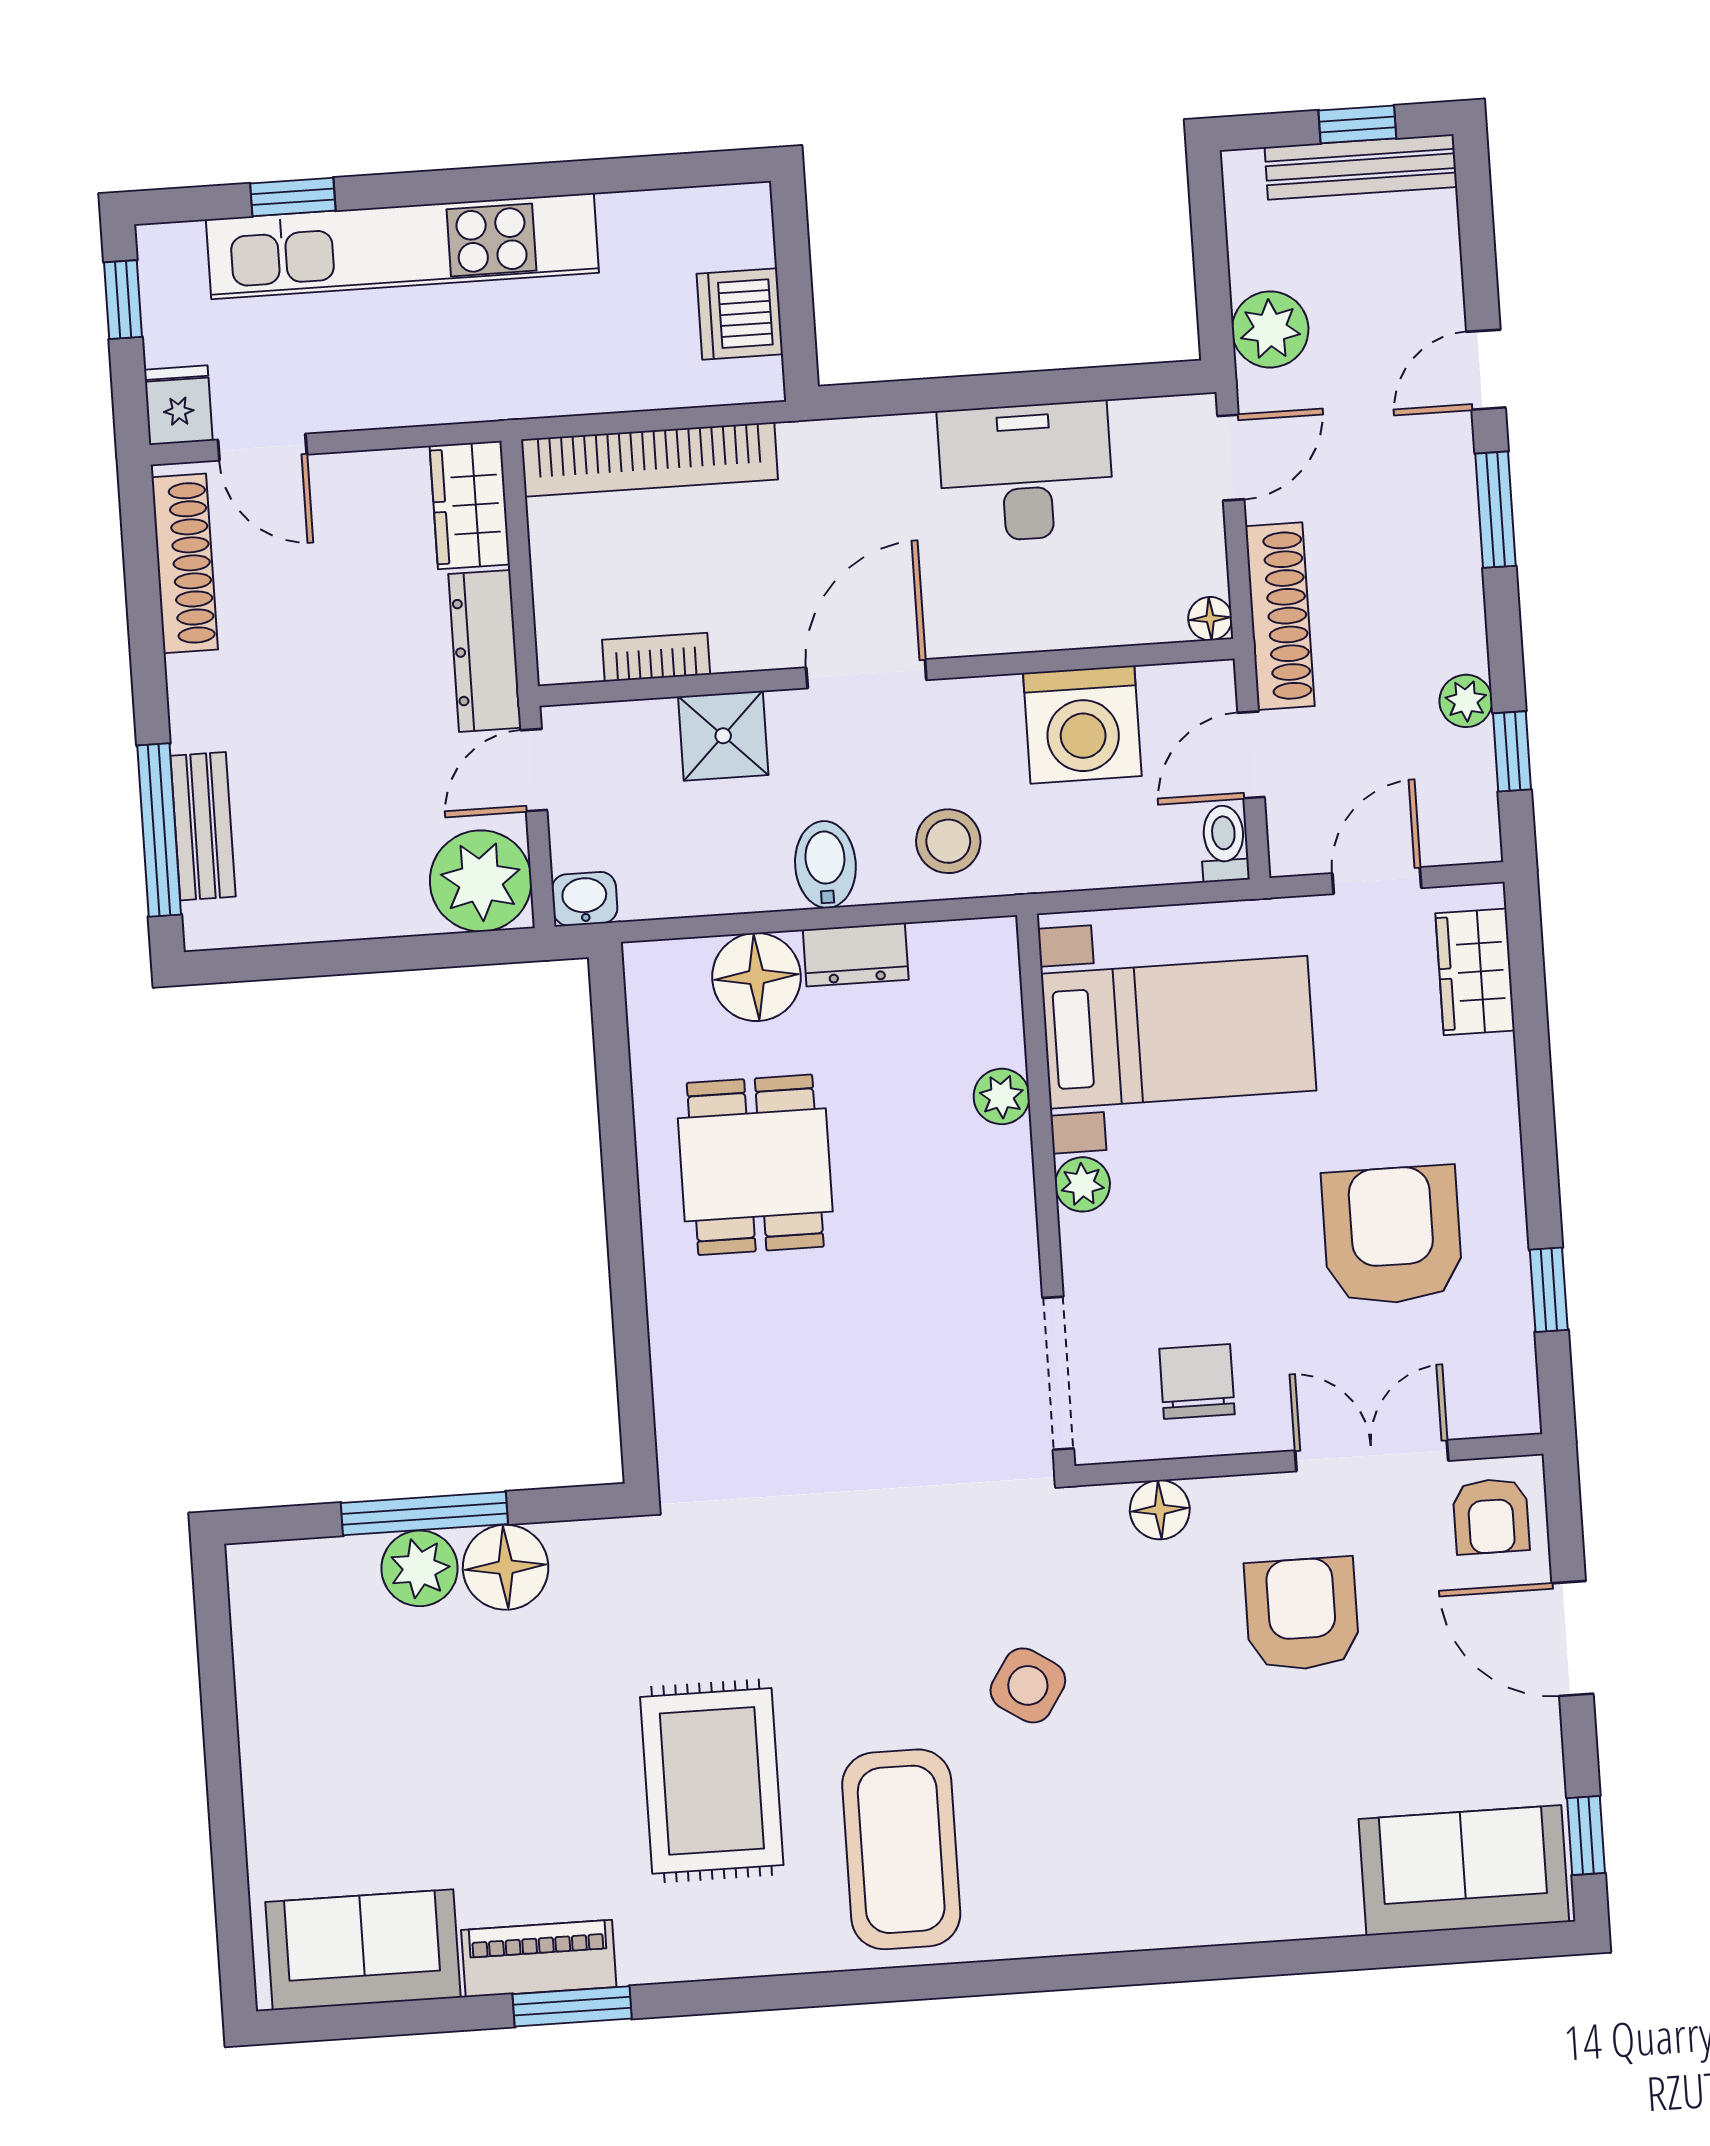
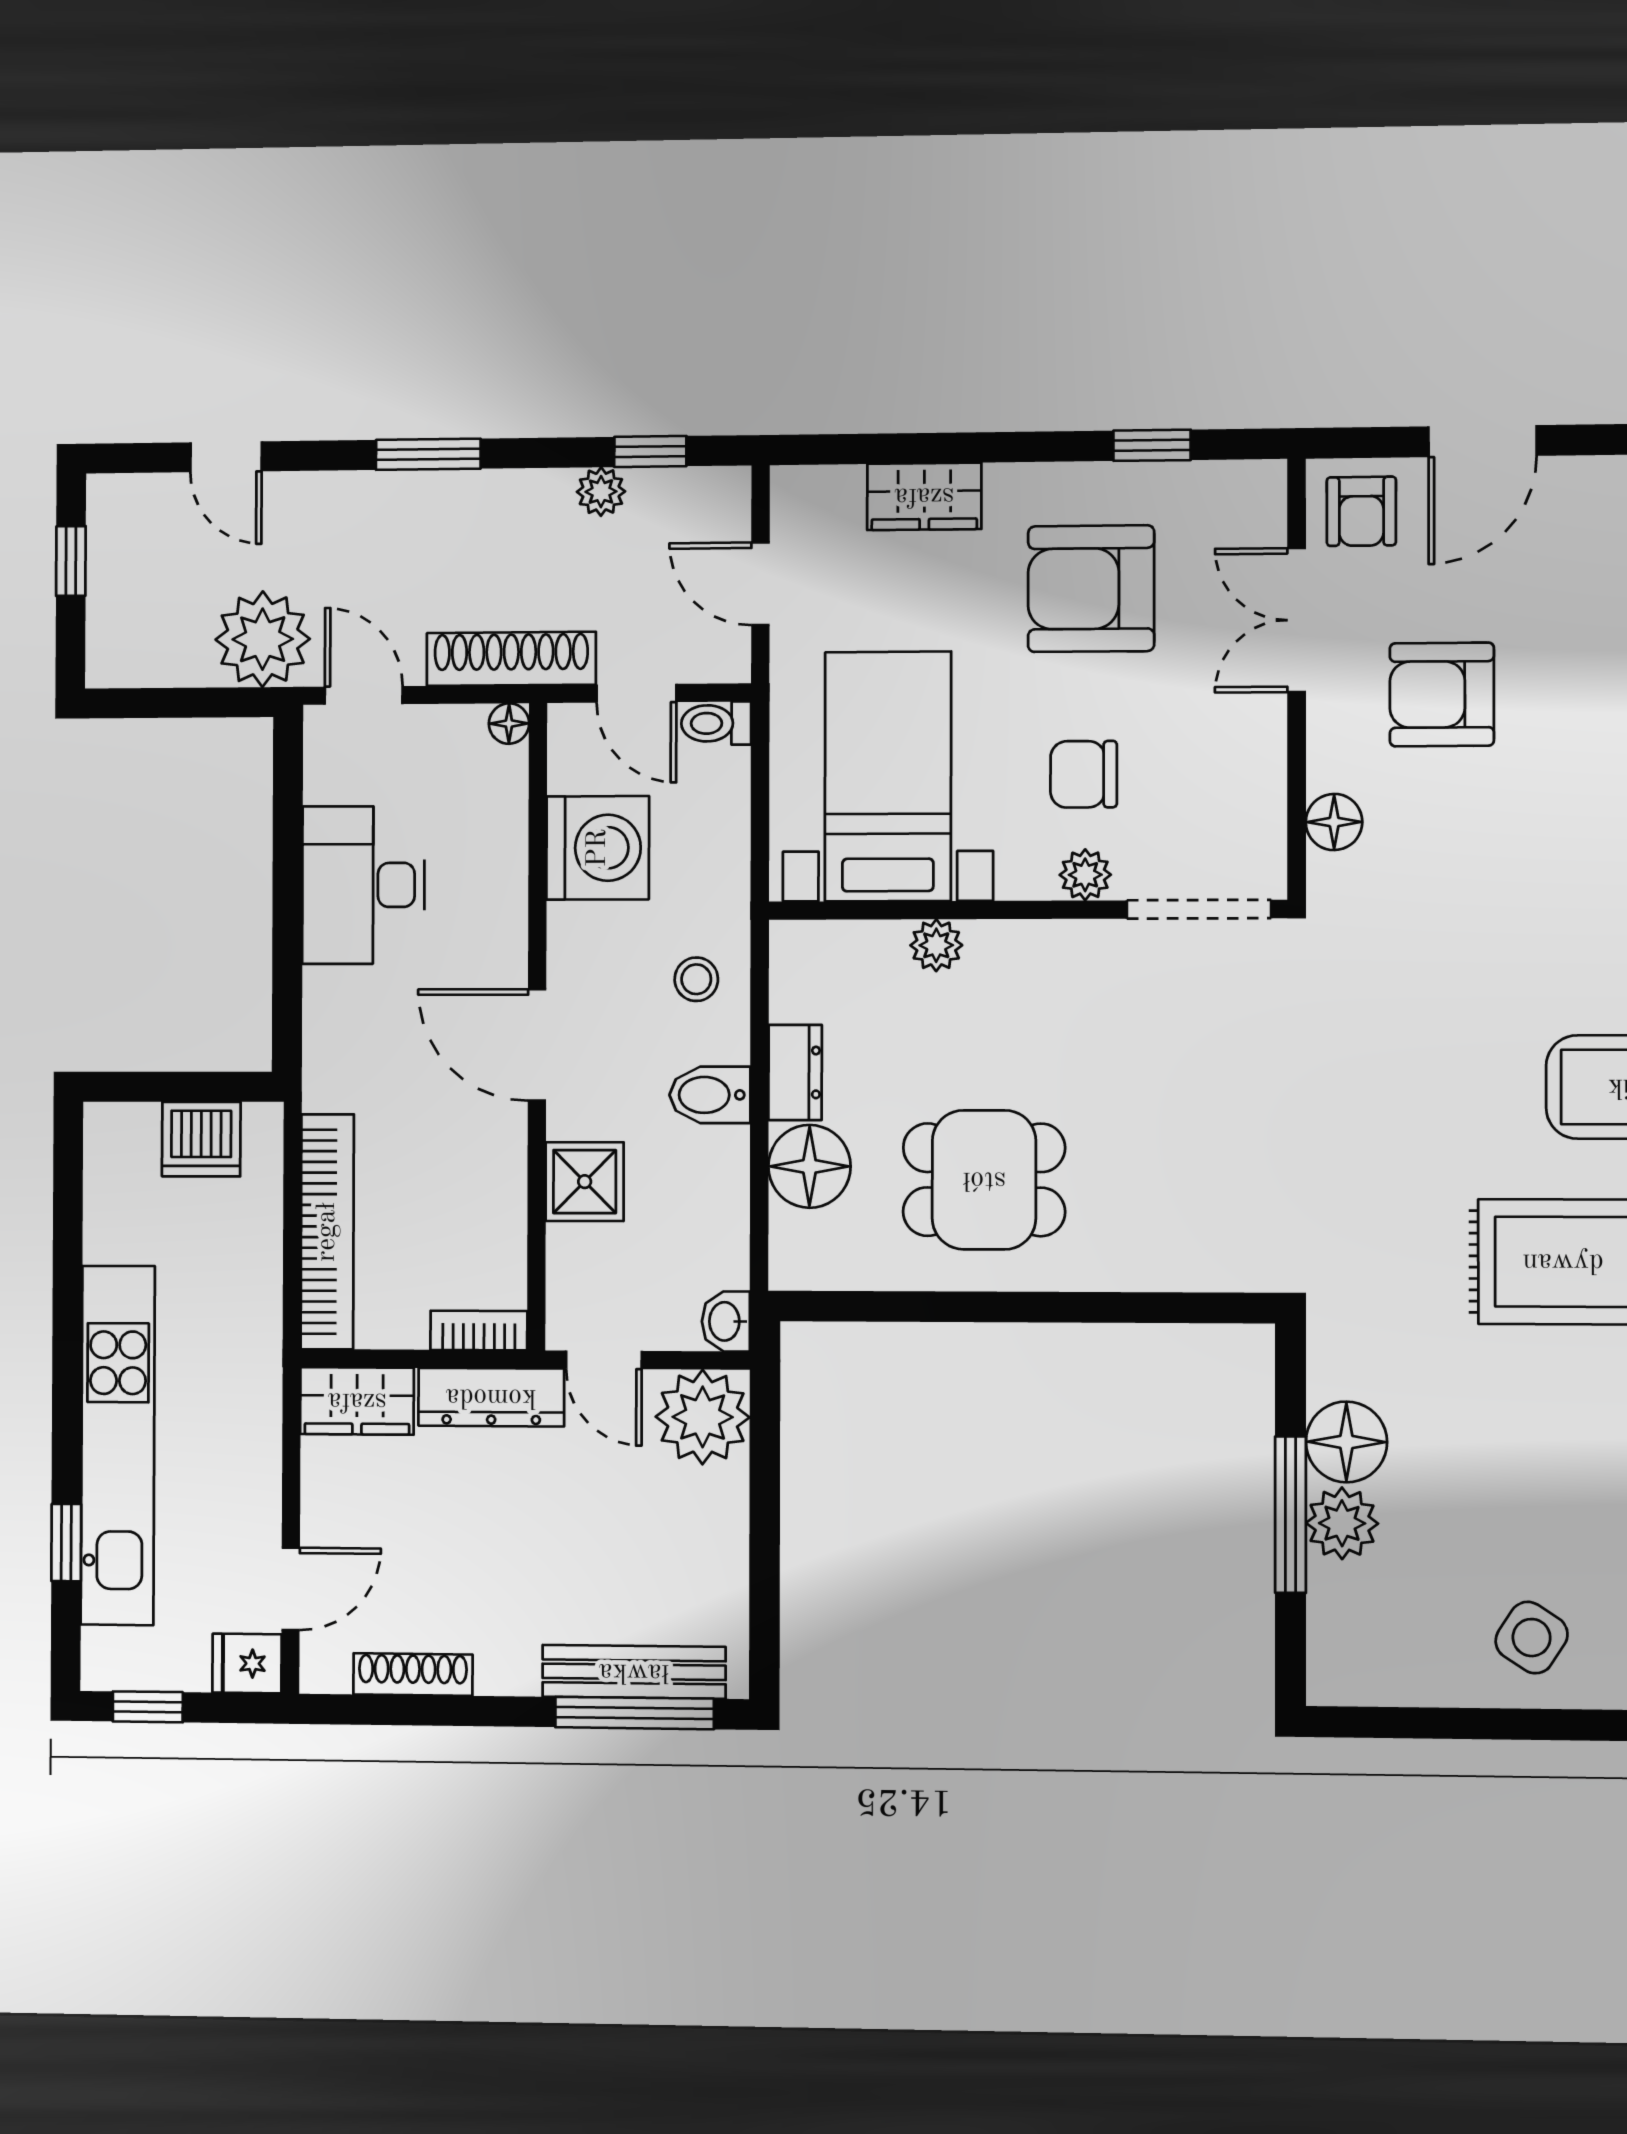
bench: (1361, 167) -> (109, 560), removed
plant: (1270, 329) -> (263, 639), width x1.36, depth x1.36
door: (1486, 370) -> (226, 457), moved
shoe rack: (185, 563) -> (413, 1674), width x0.74, depth x0.81
bookcase: (656, 657) -> (479, 1330), moved, turned 90
bench: (203, 826) -> (634, 1672), width x1.36
stool: (948, 841) -> (696, 979), width x0.73, depth x0.73
wardrobe: (1475, 972) -> (924, 496), moved
plant: (1082, 1184) -> (1085, 875), moved
chair: (1197, 1382) -> (1084, 774), moved
armchair: (1491, 1516) -> (1361, 511), turned 90
side table: (1028, 1685) -> (1532, 1638), moved

